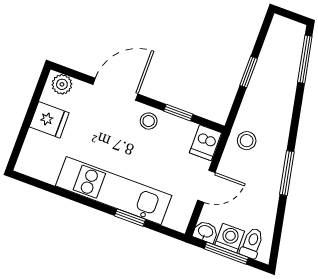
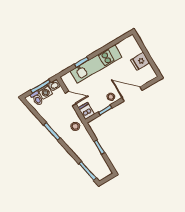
plant: (62, 84) -> (149, 76), removed
door: (115, 89) -> (132, 94), swing flipped
door: (206, 186) -> (71, 99), swing flipped

